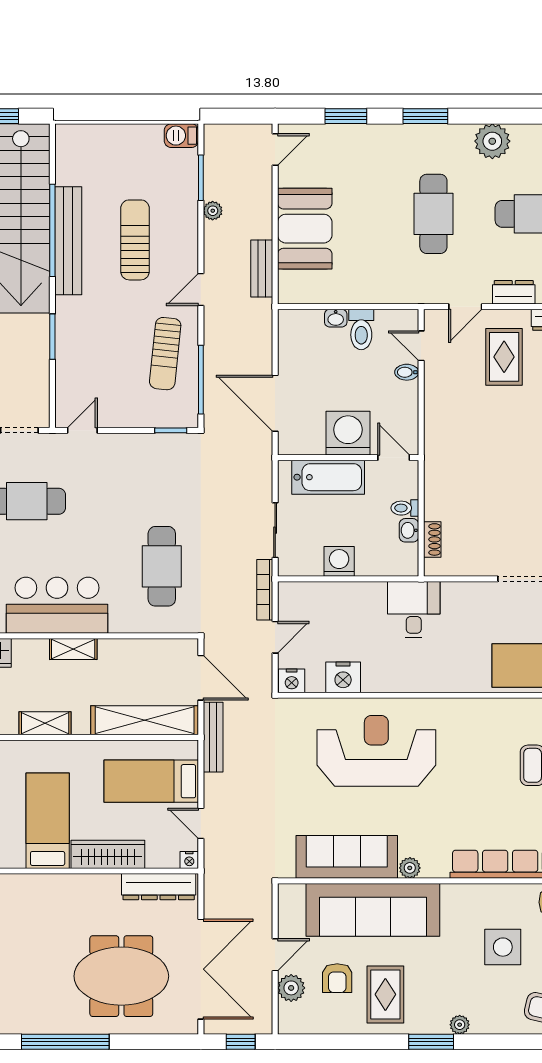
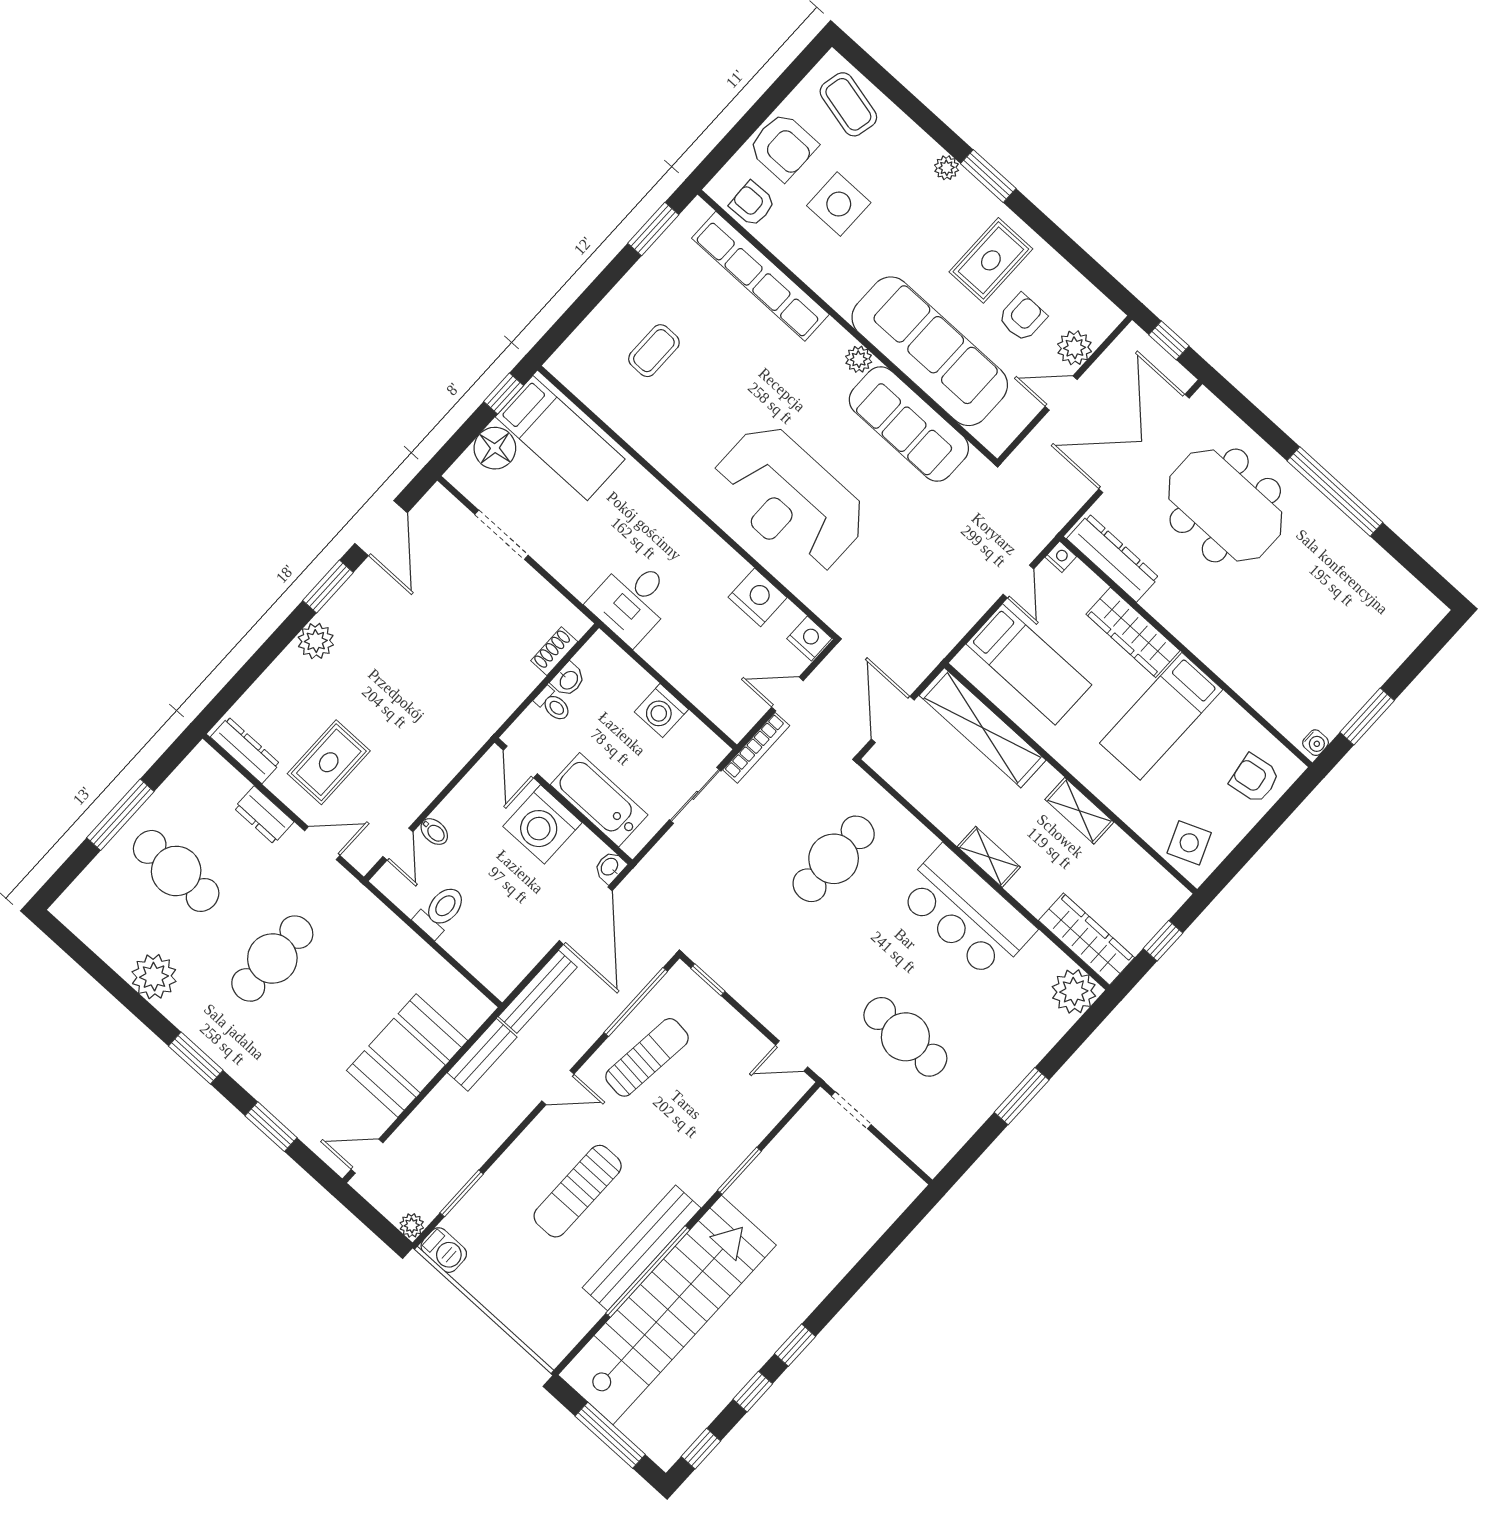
plant: (213, 211) -> (412, 1225), moved
washbasin: (336, 318) -> (610, 867), moved, turned -90
bench: (213, 737) -> (538, 992), moved

